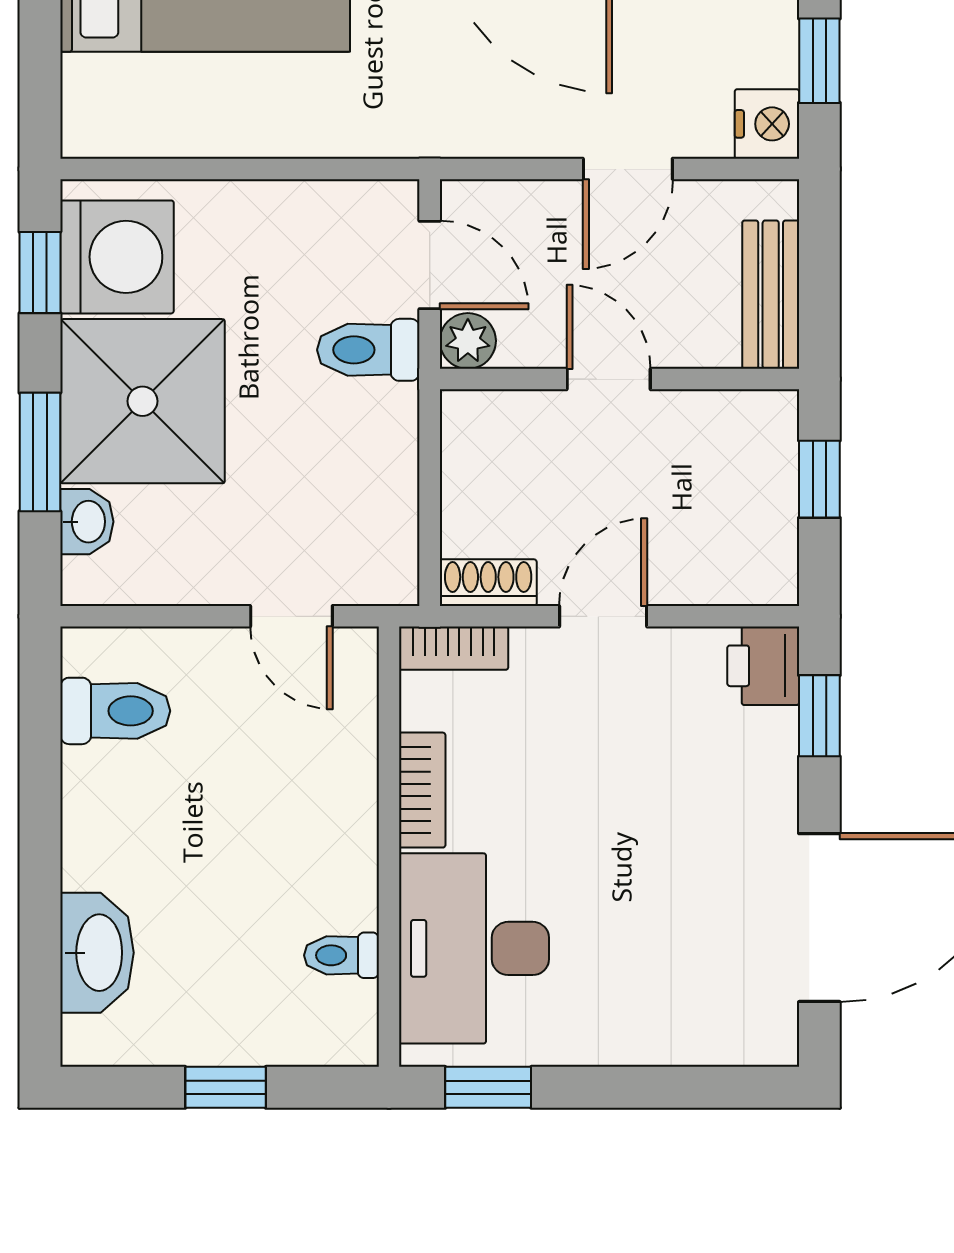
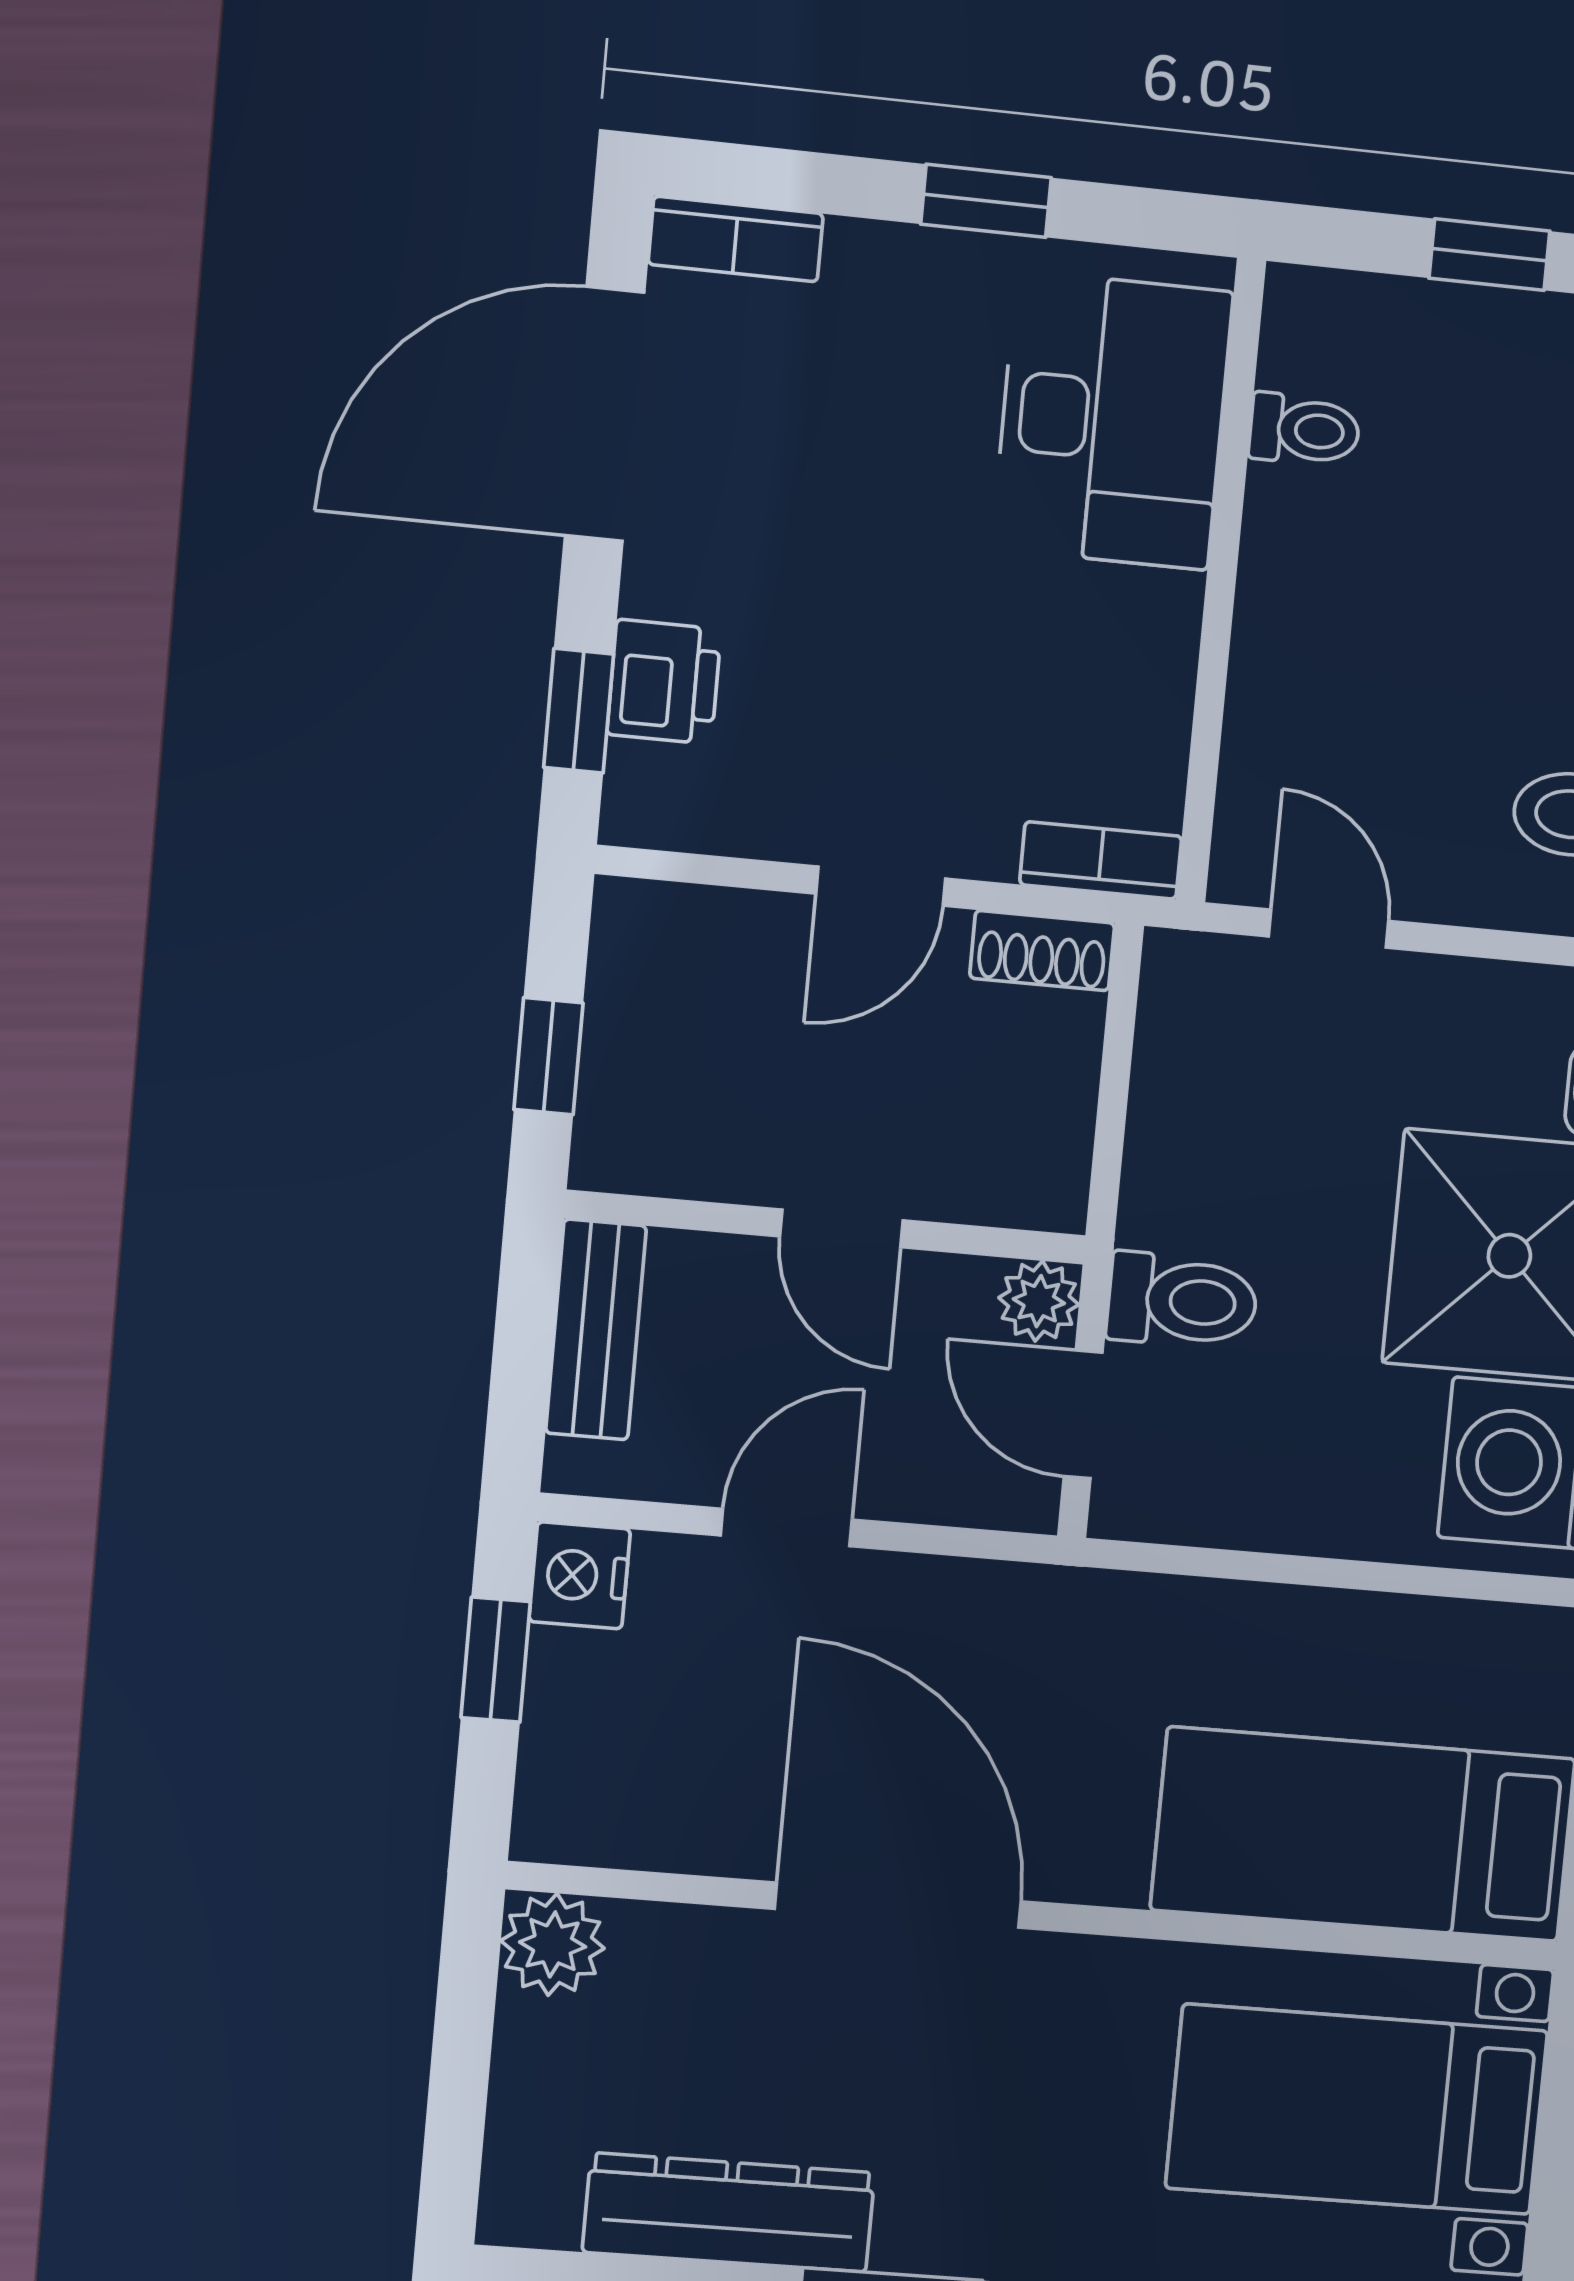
printer: (763, 666) -> (664, 682), moved
bookcase: (422, 790) -> (736, 239), moved, turned -90
window: (488, 1087) -> (986, 201), moved

